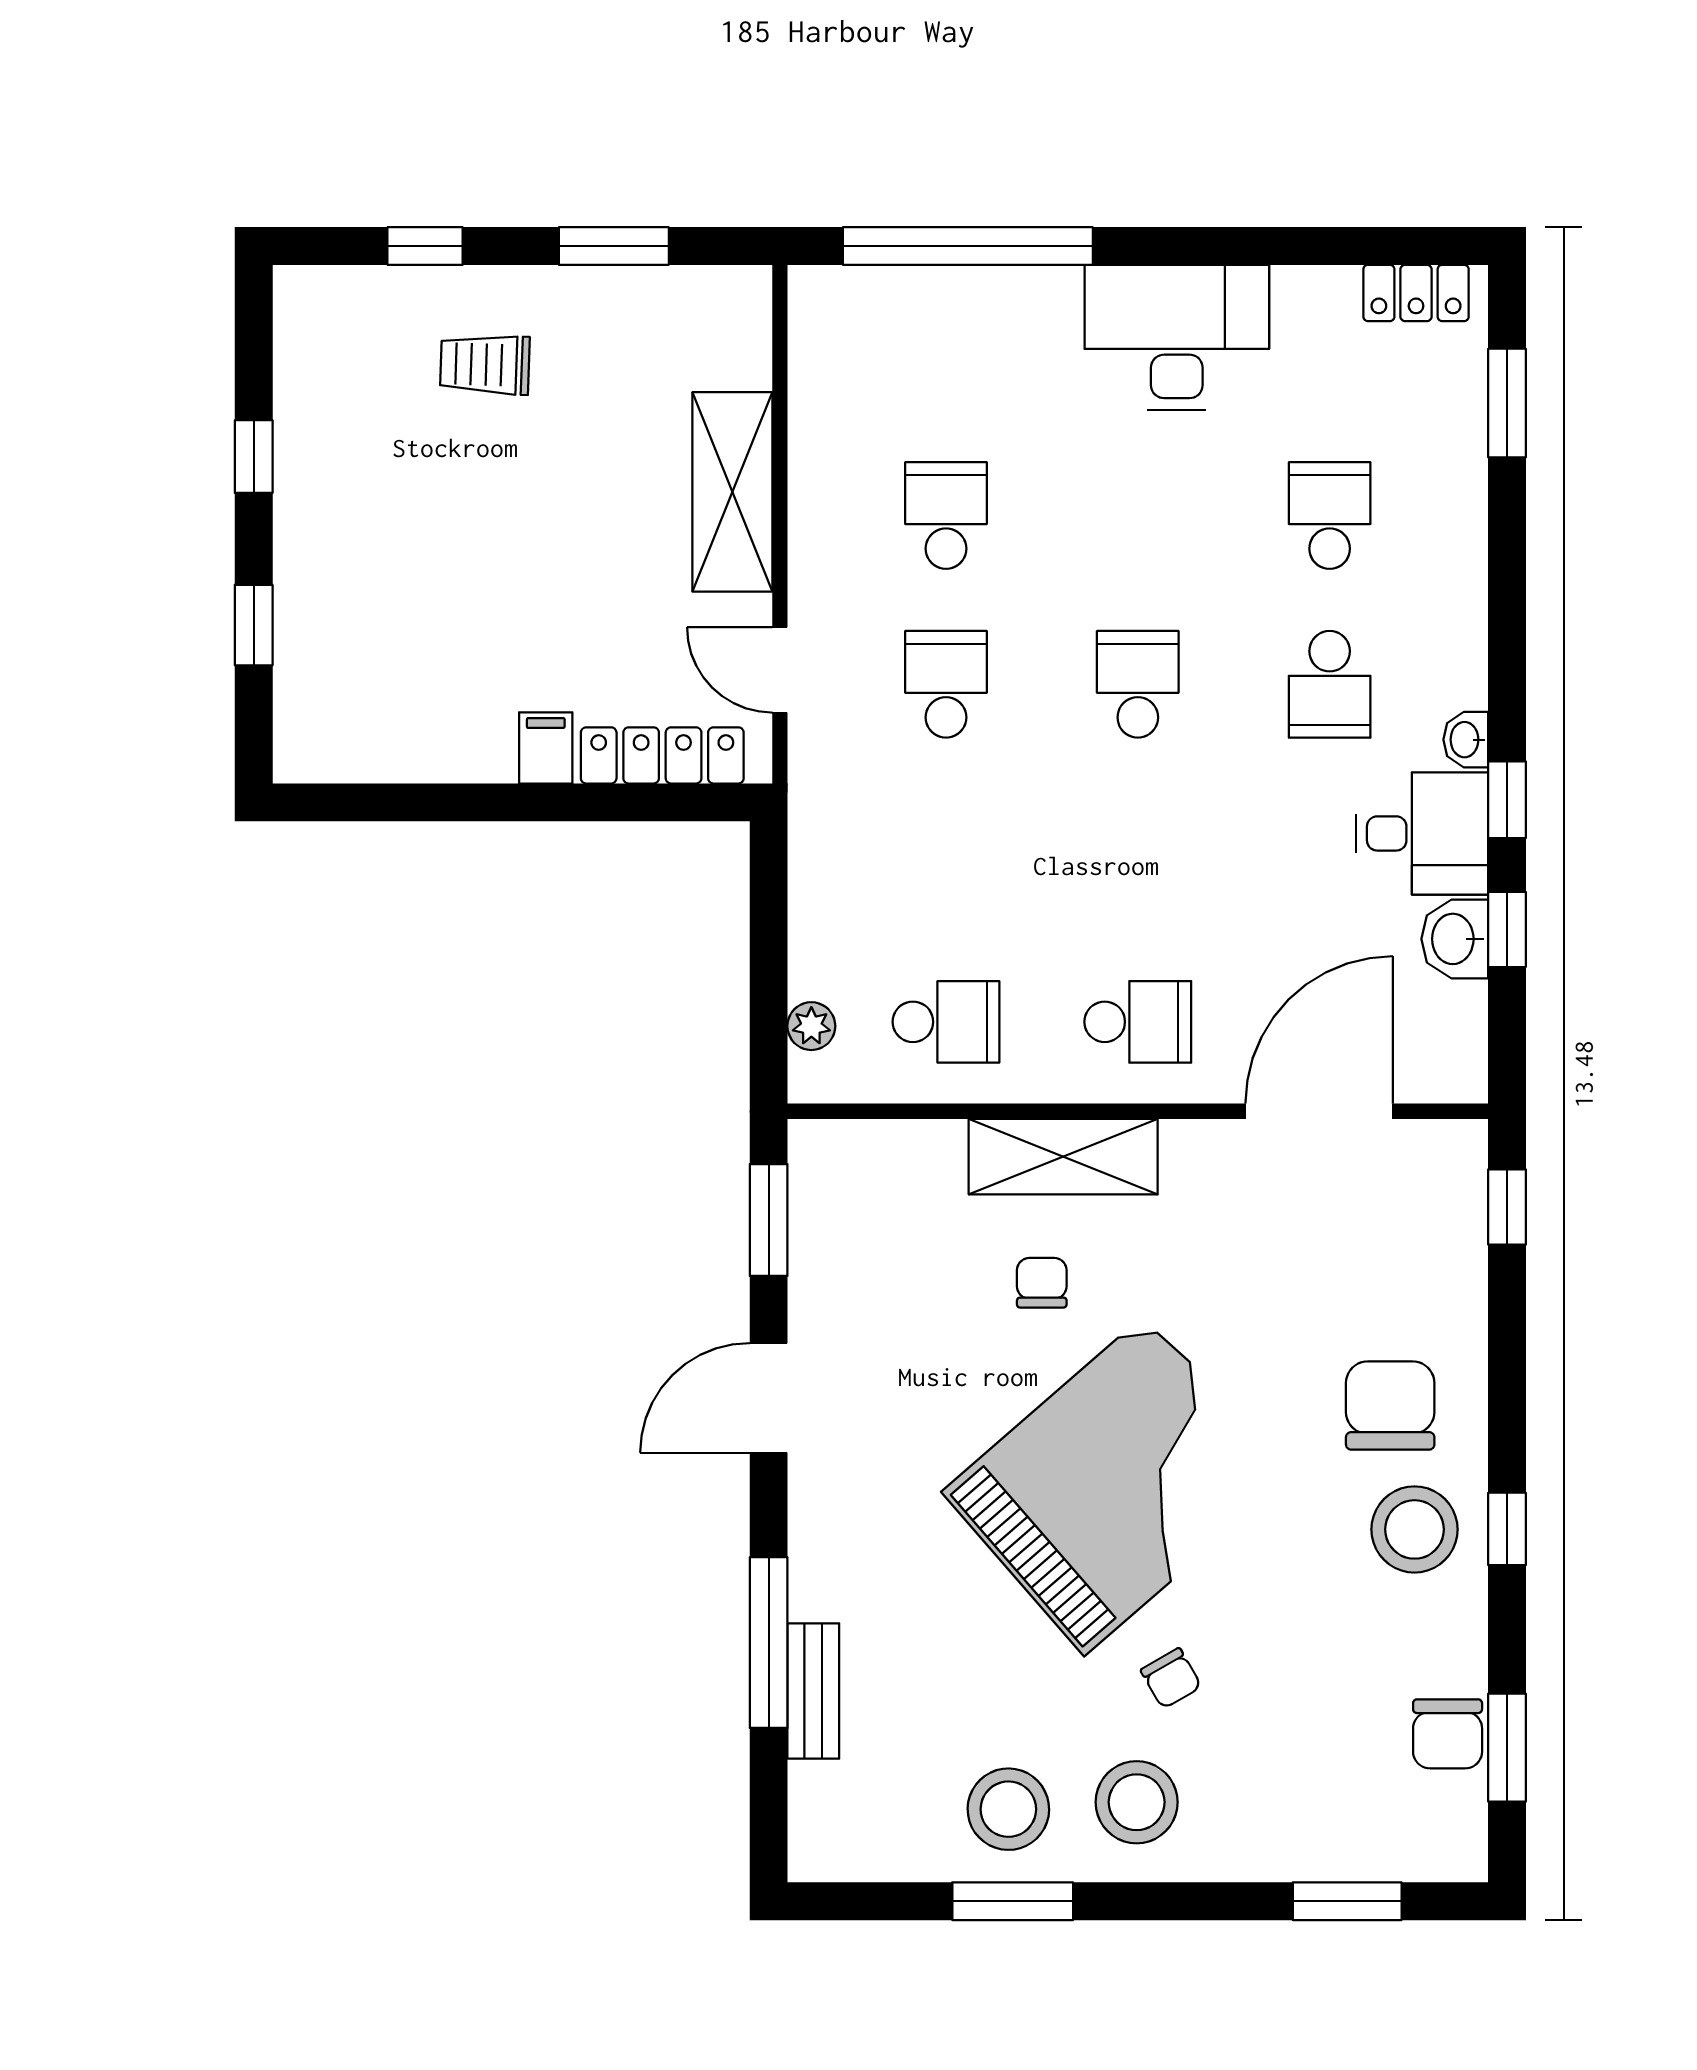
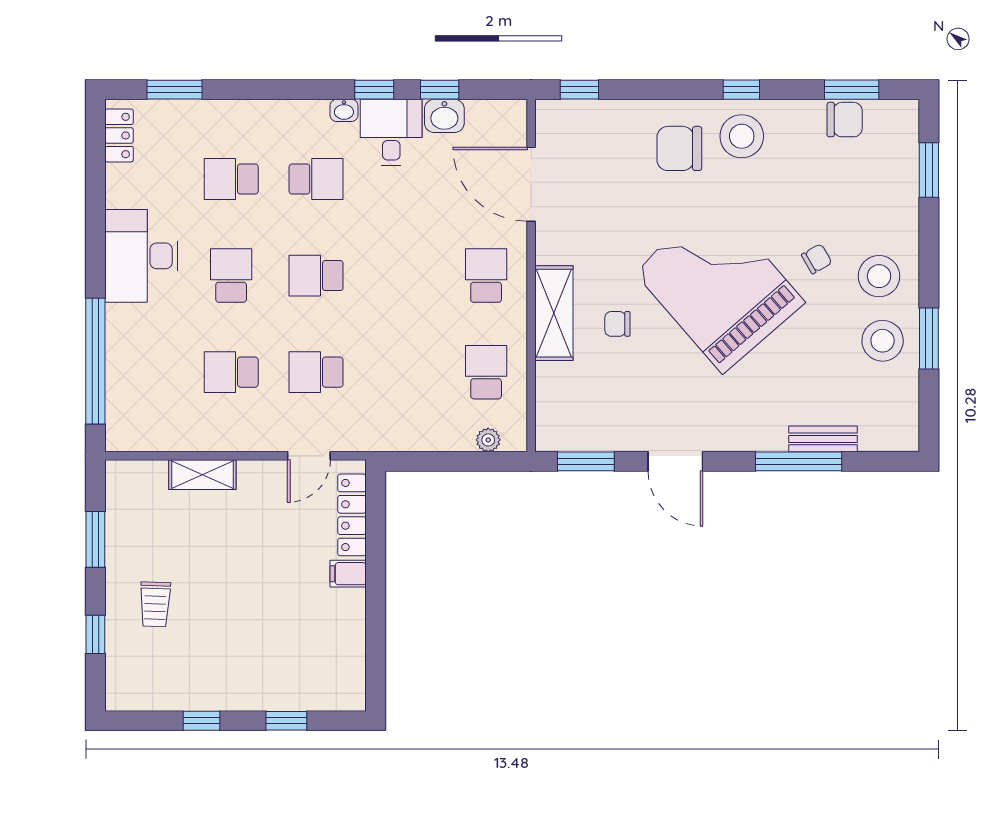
shelving: (732, 492) -> (202, 475), width x0.67, depth x0.75
school desk: (1138, 516) -> (231, 276), added

